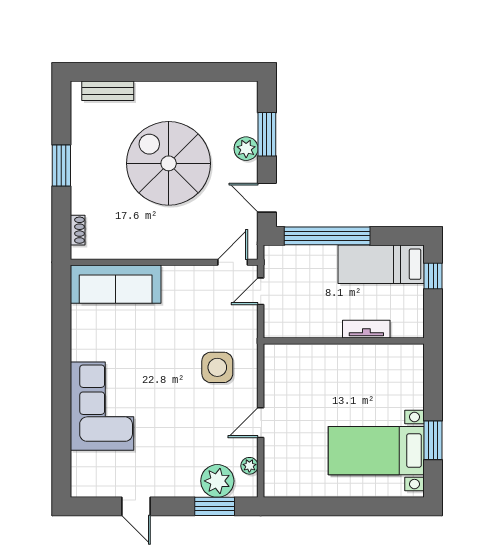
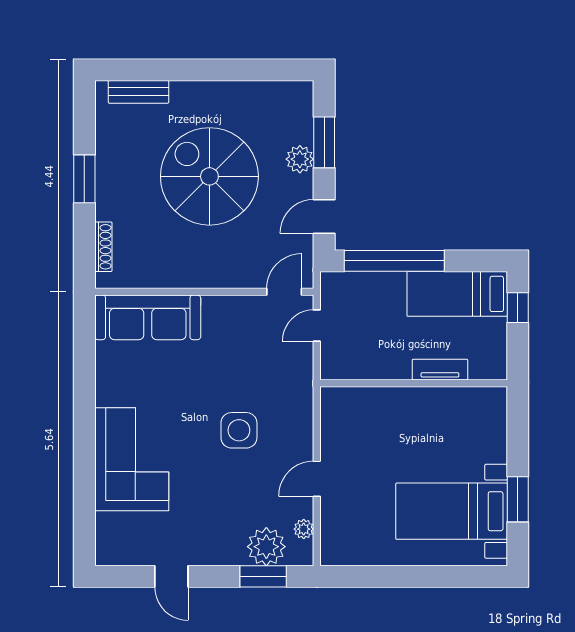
door: (267, 198) -> (324, 216), hinge flipped
shoe rack: (78, 230) -> (103, 247), width x1.43
side table: (217, 367) -> (239, 430), moved

